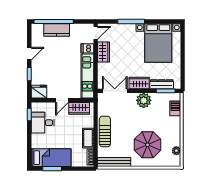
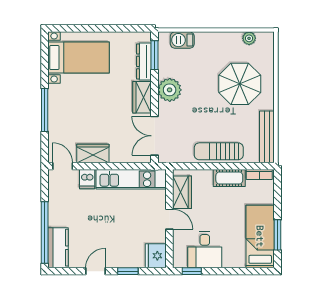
kitchen counter: (57, 30) -> (58, 248), moved
bed with nightstands: (158, 43) -> (79, 58), width x0.73
door: (29, 54) -> (96, 271), hinge flipped

